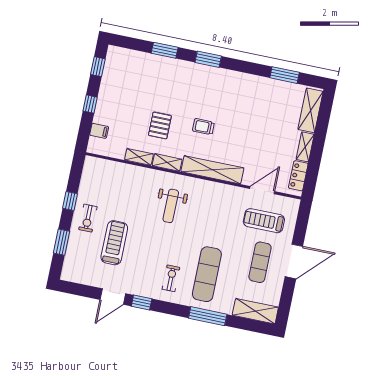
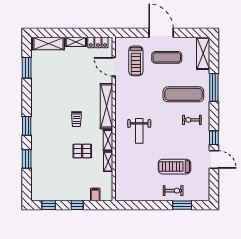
window: (70, 201) -> (151, 205), removed
weight bench: (171, 206) -> (139, 131), turned 90
exercise bike: (88, 218) -> (173, 191), moved

